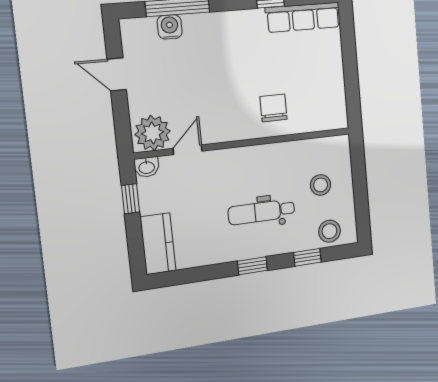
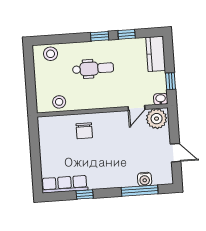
stool: (321, 185) -> (59, 102), moved
window: (307, 257) -> (127, 34), moved

